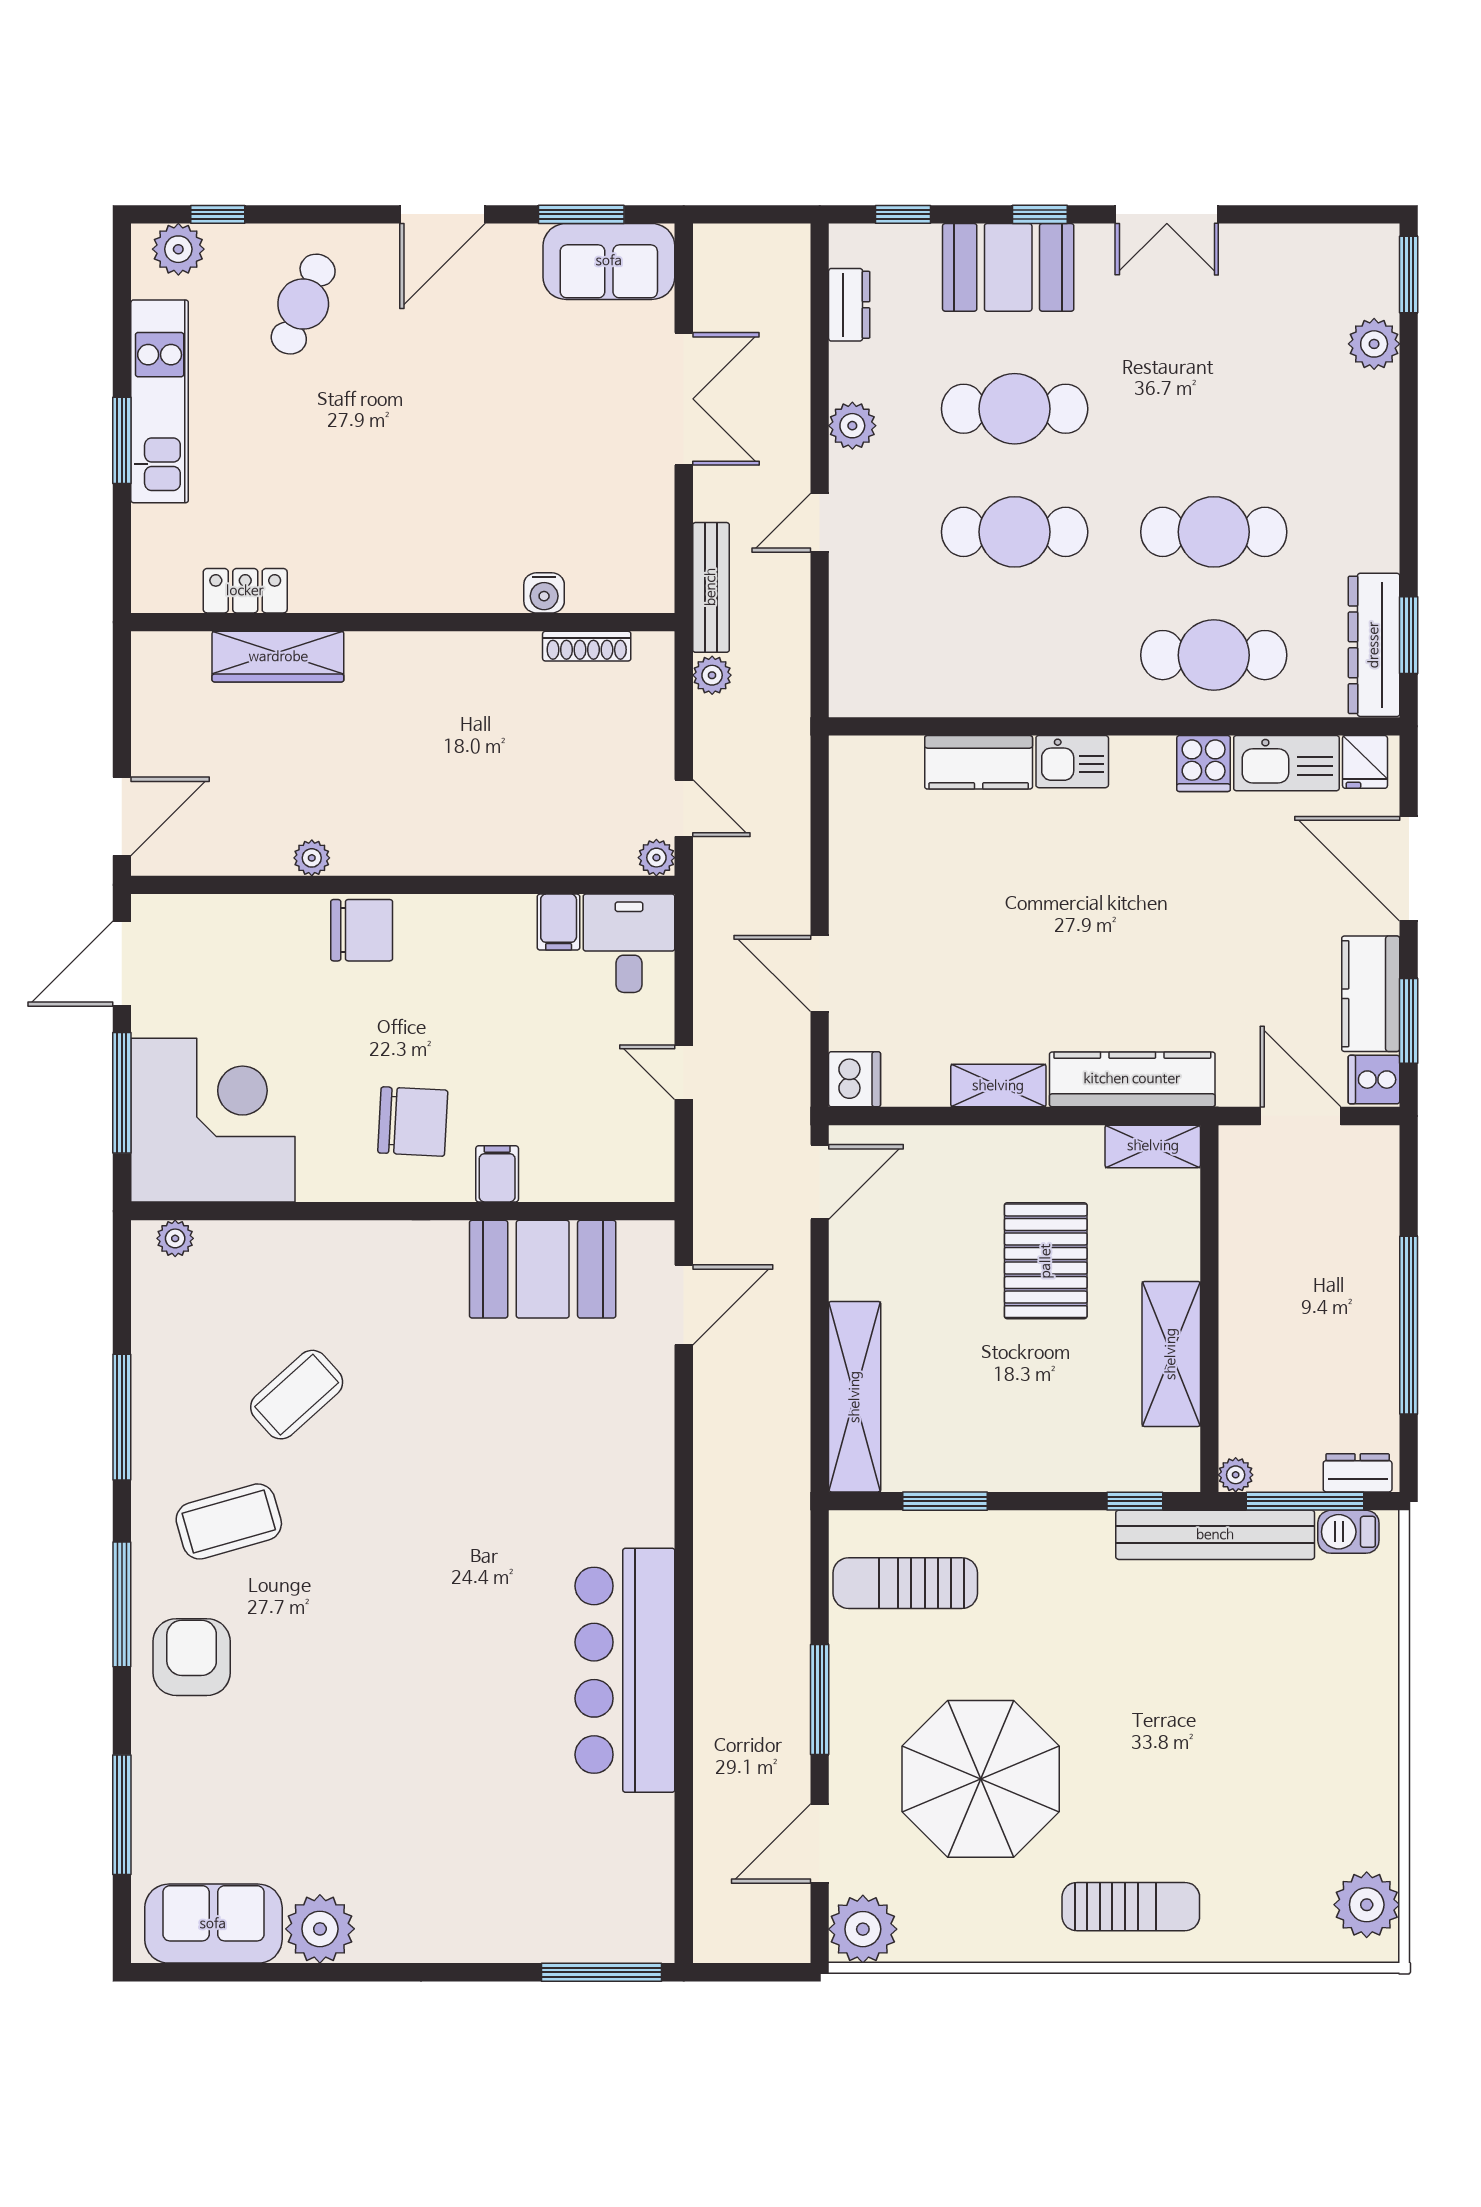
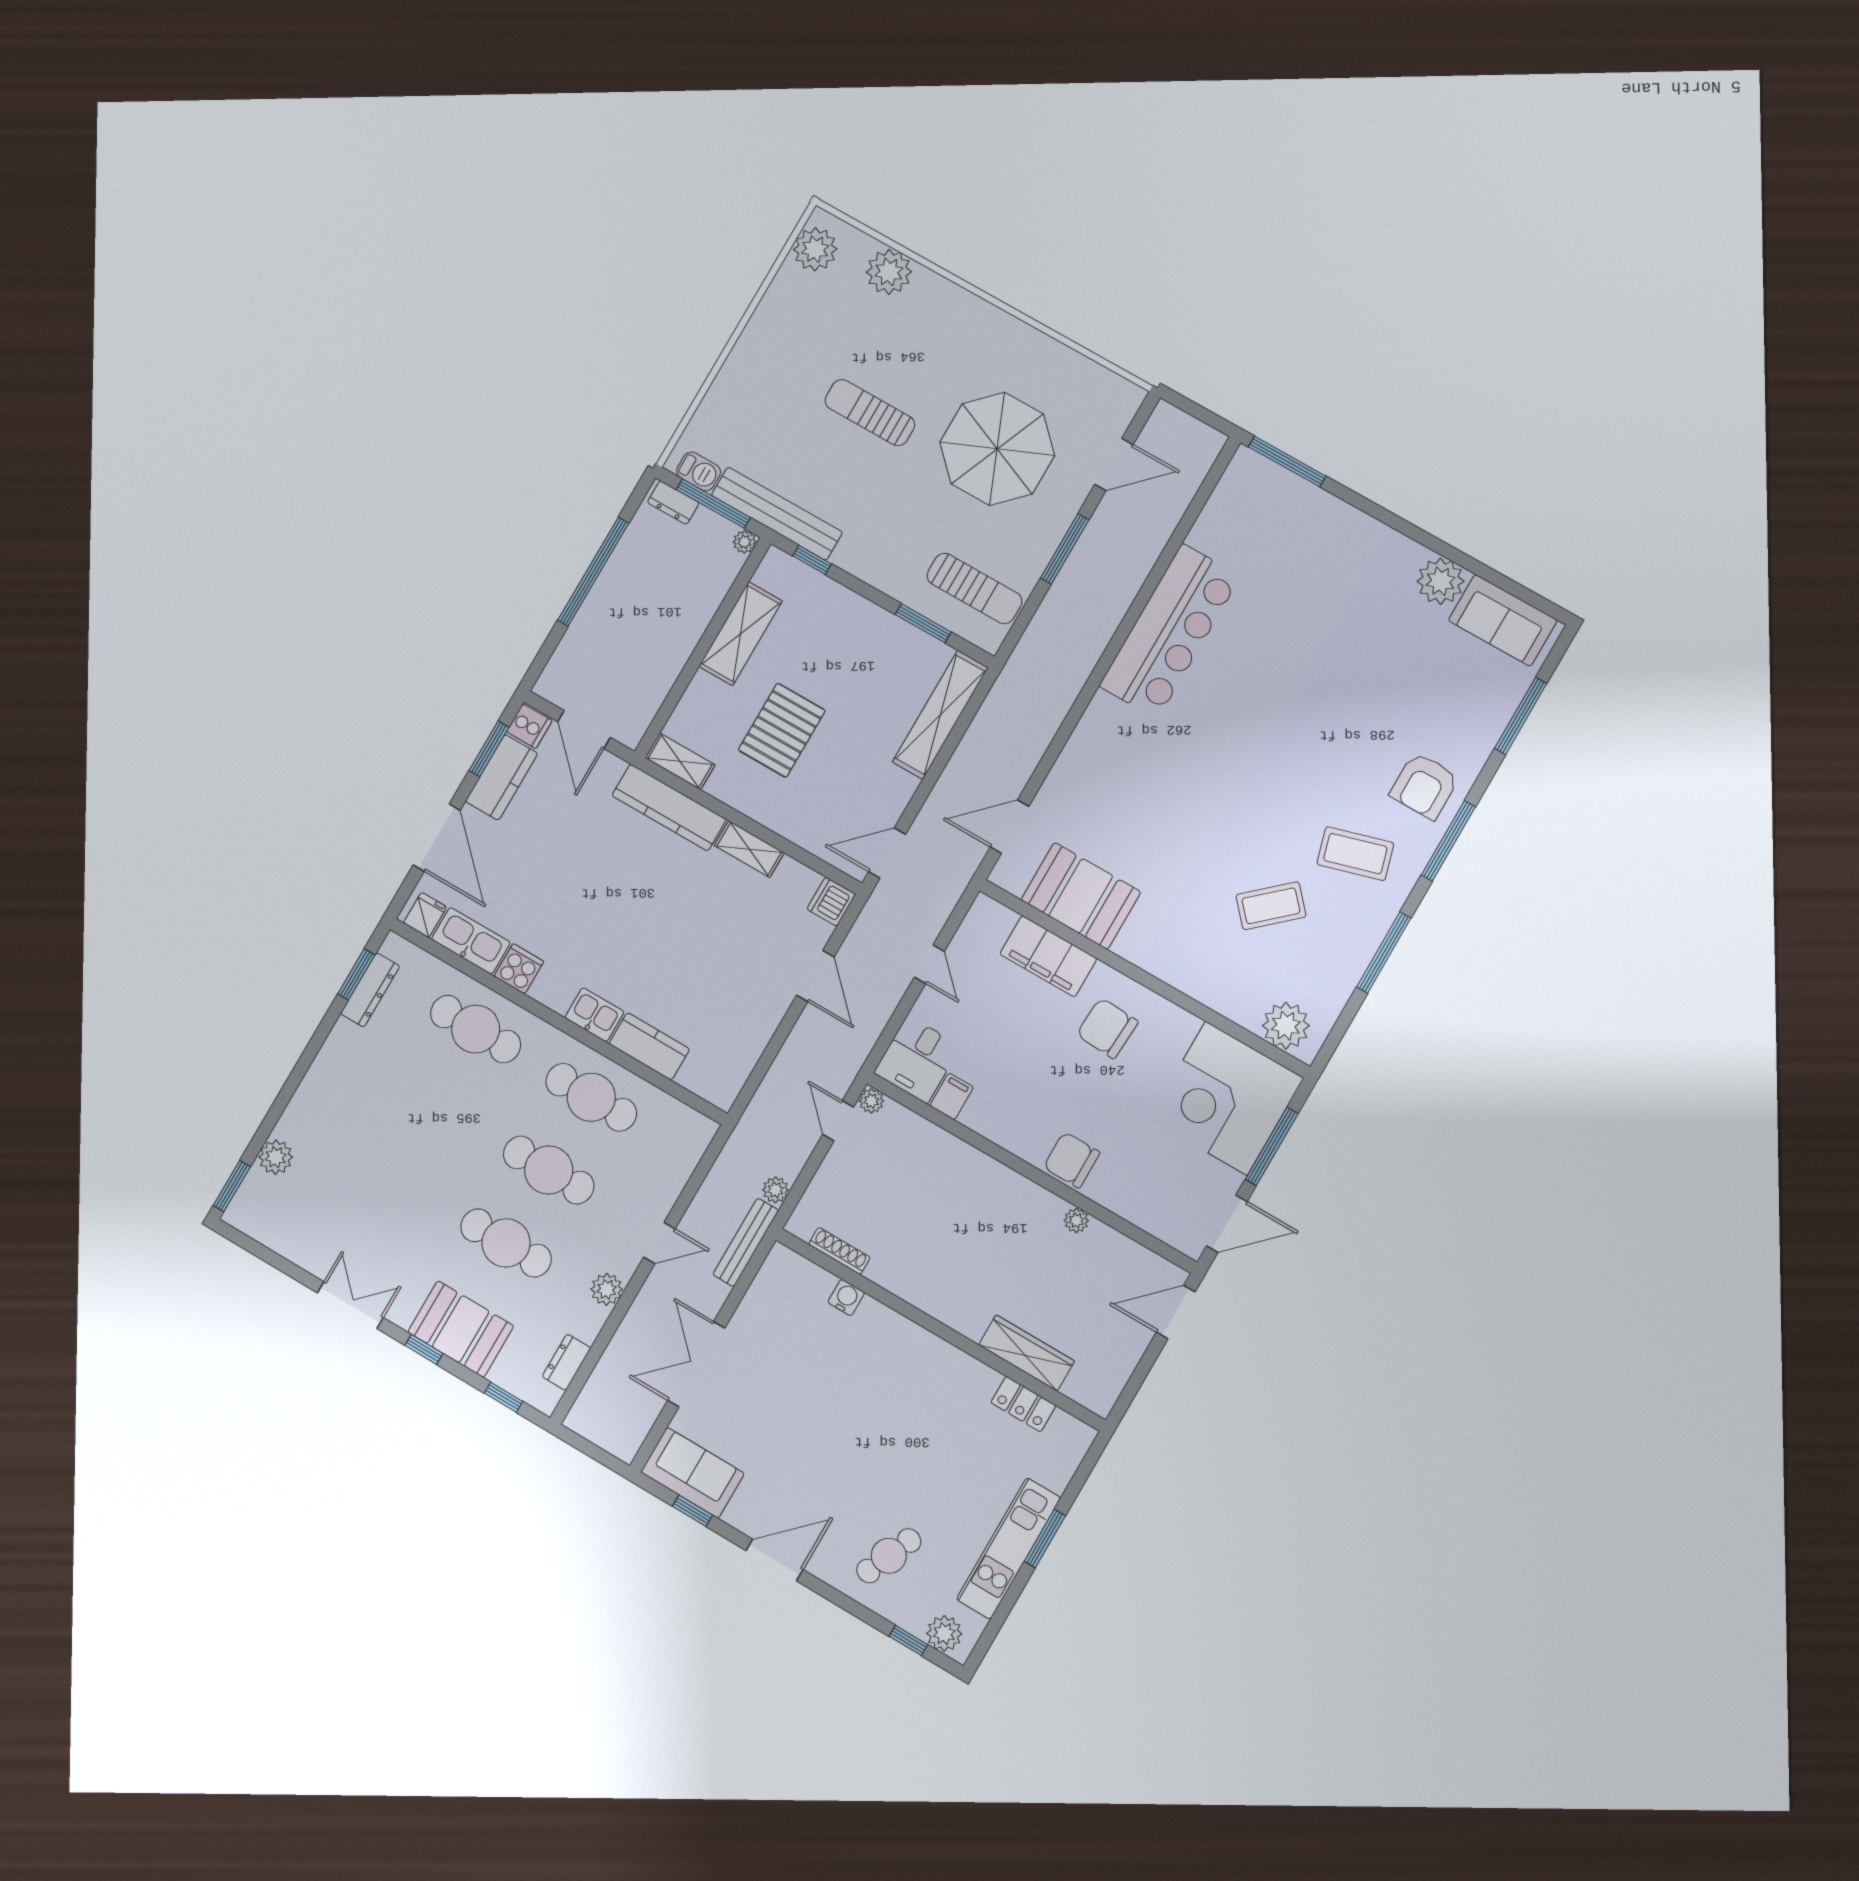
window: (581, 214) -> (692, 1511), width x0.67
cafe table: (1214, 532) -> (591, 1097), moved
dresser: (1374, 645) -> (370, 990), width x0.73, depth x0.80
filing cabinet: (497, 1174) -> (1048, 956), width x3.00, depth x1.17
plant: (175, 1238) -> (1286, 1026), width x1.88, depth x1.88
sun lounger: (1131, 1907) -> (870, 413), moved
plant: (863, 1929) -> (889, 272), moved

